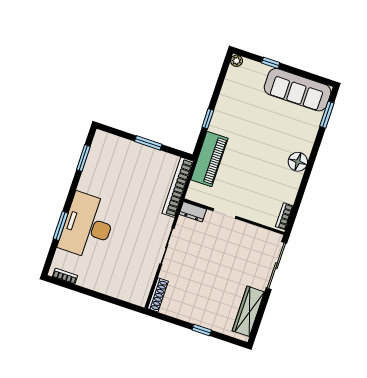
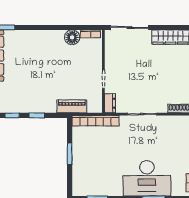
window: (218, 89) -> (12, 115), added
piano: (209, 159) -> (72, 106), width x0.73, depth x0.75
floor lamp: (298, 162) -> (72, 37), moved

